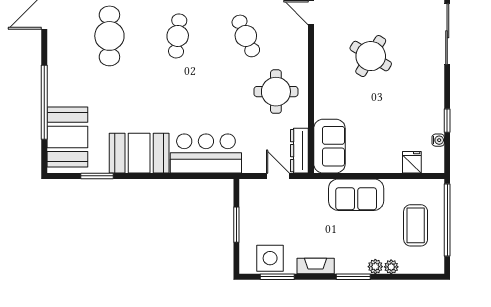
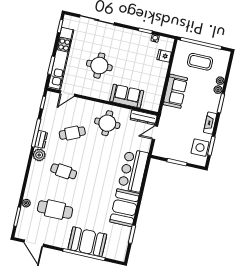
round table: (371, 56) -> (99, 66), turned -31
booth: (67, 137) -> (87, 242), moved
sofa: (329, 146) -> (127, 96), moved

